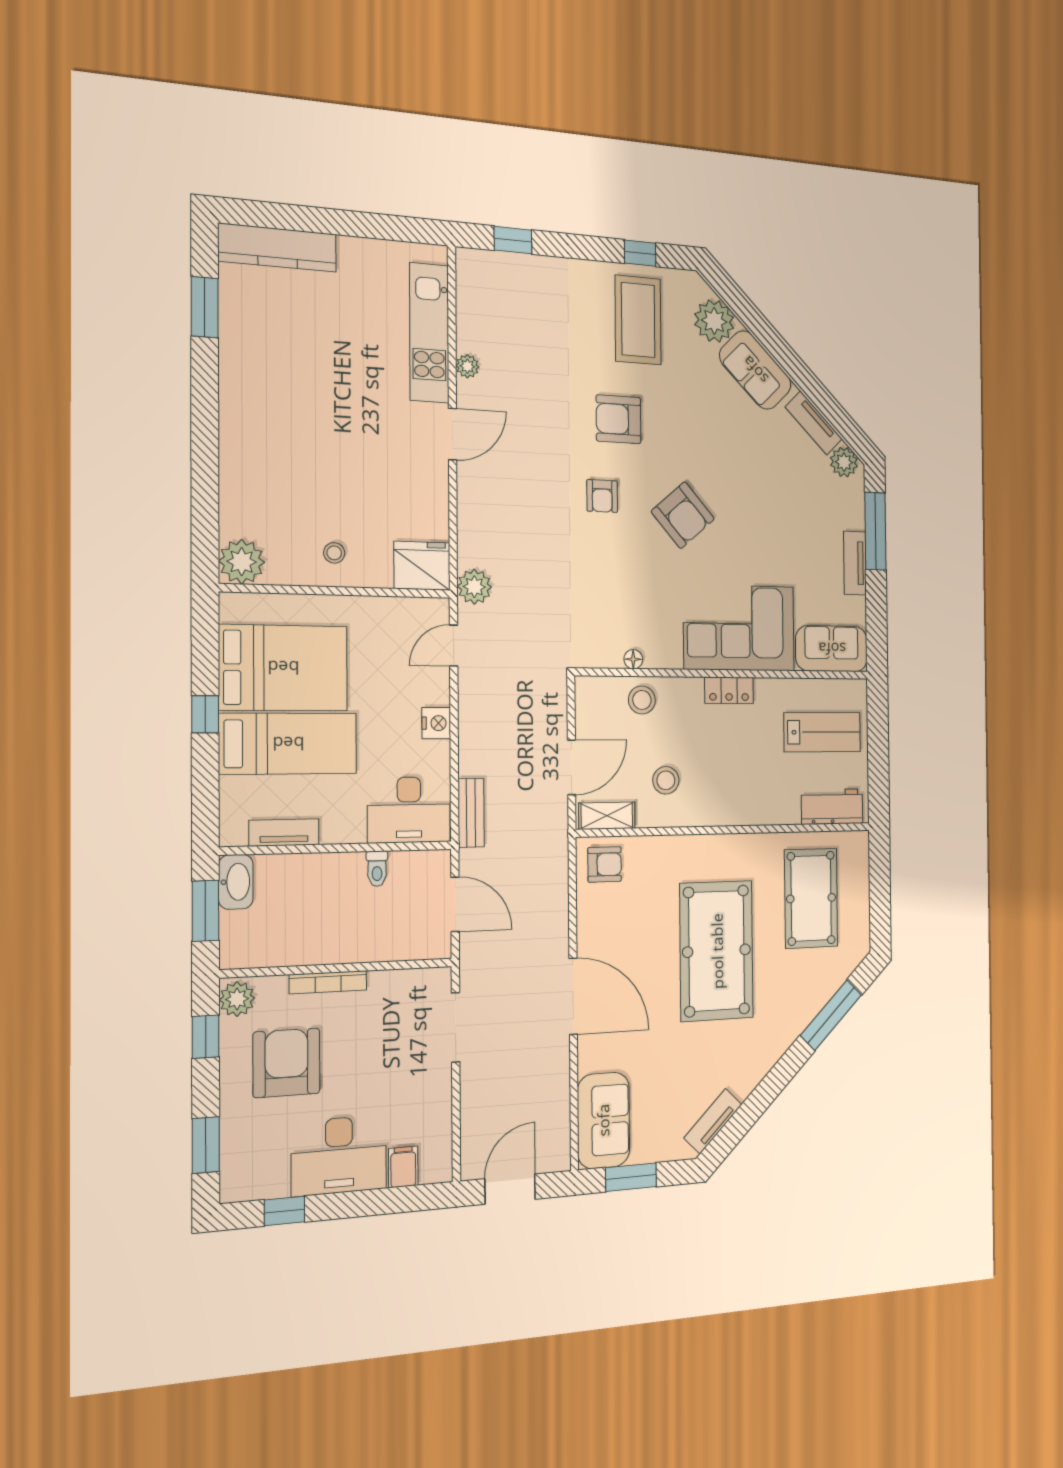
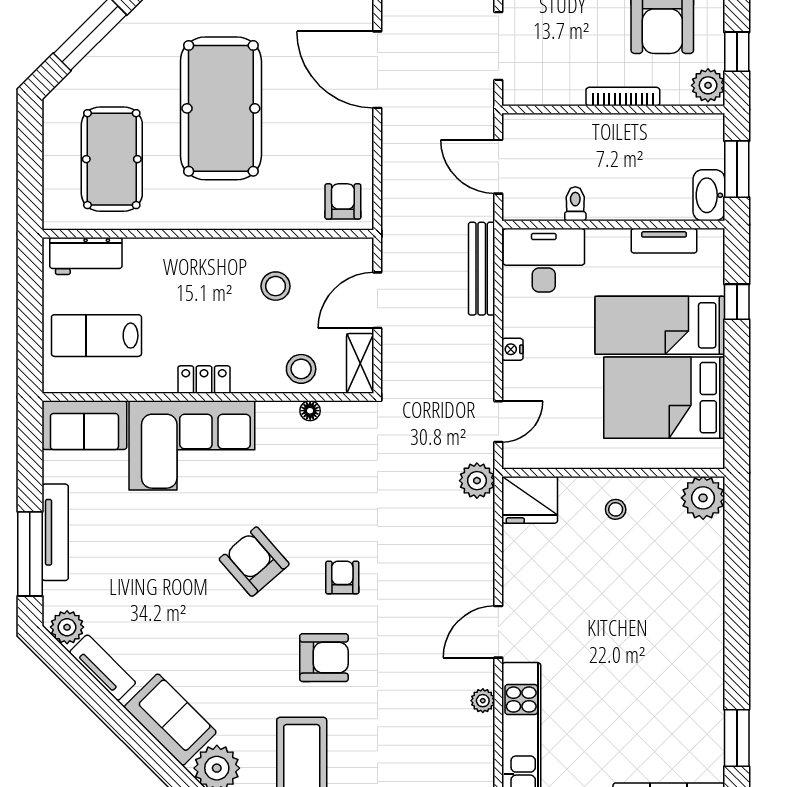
tv unit: (855, 563) -> (55, 532), width x1.41
window: (205, 714) -> (737, 302), moved
nightstand: (436, 723) -> (512, 349), width x0.72, depth x0.74
bench: (471, 813) -> (482, 269), width x1.36
shelving: (607, 816) -> (360, 363), moved, turned 90
armchair: (605, 864) -> (343, 201), turned 90

